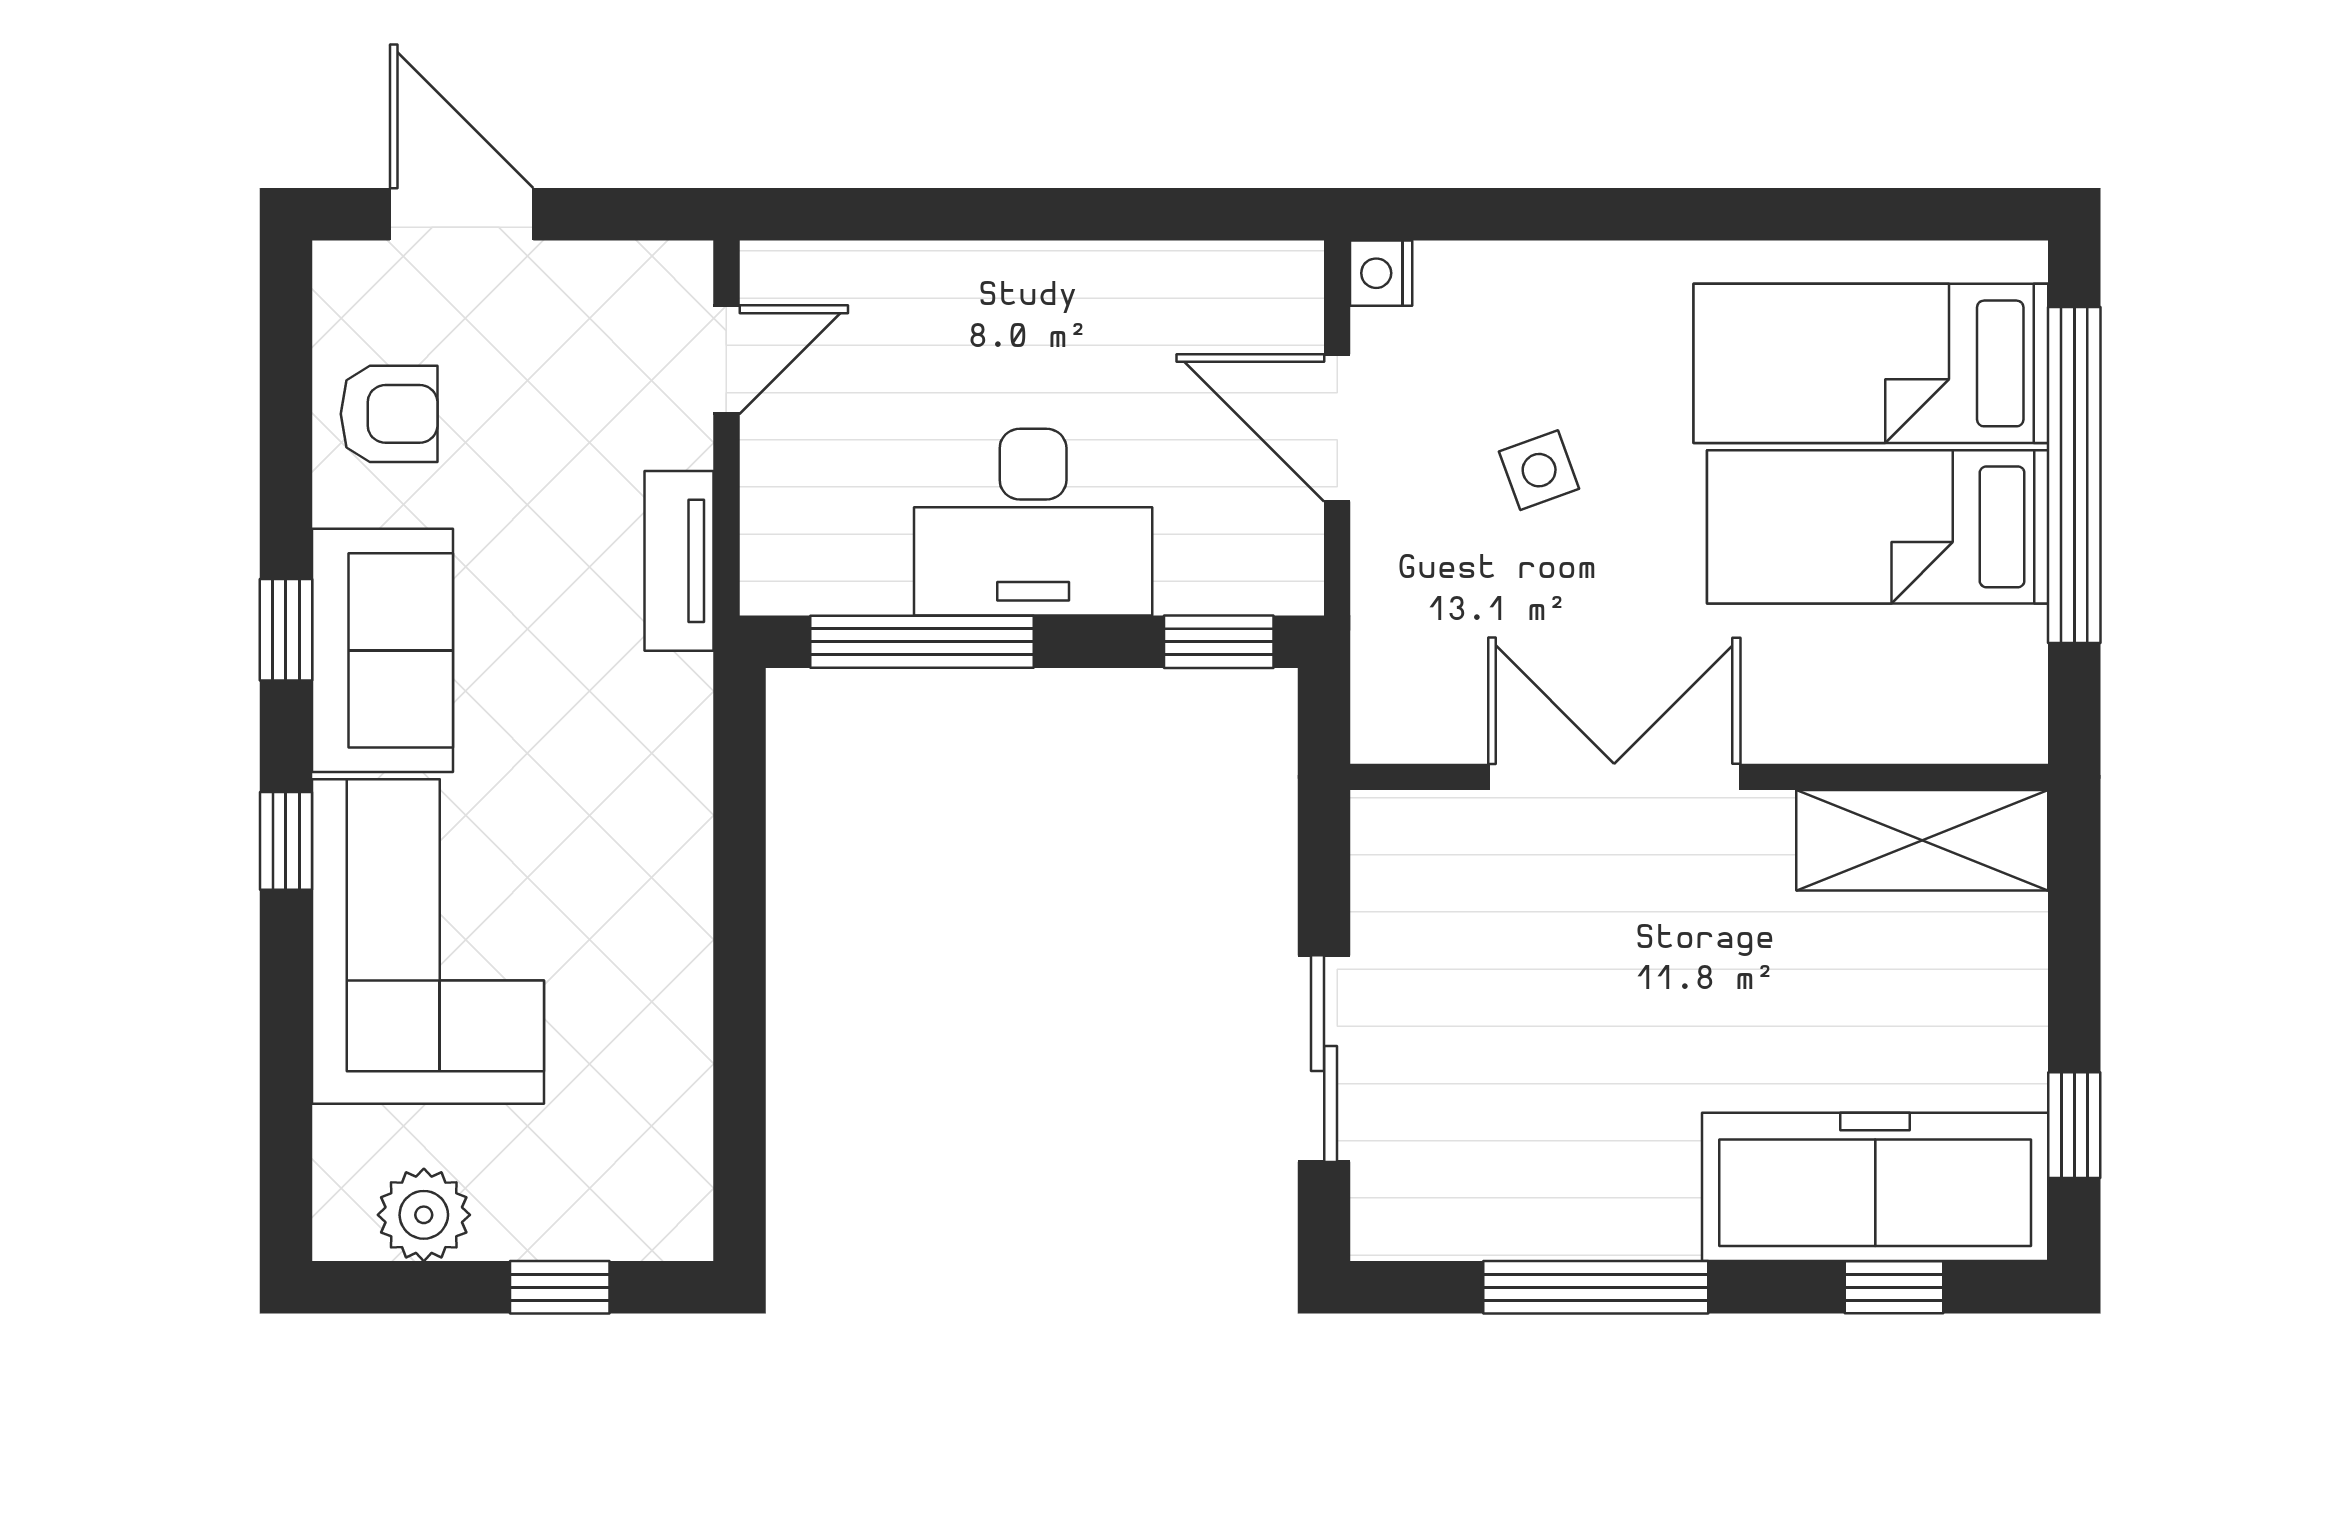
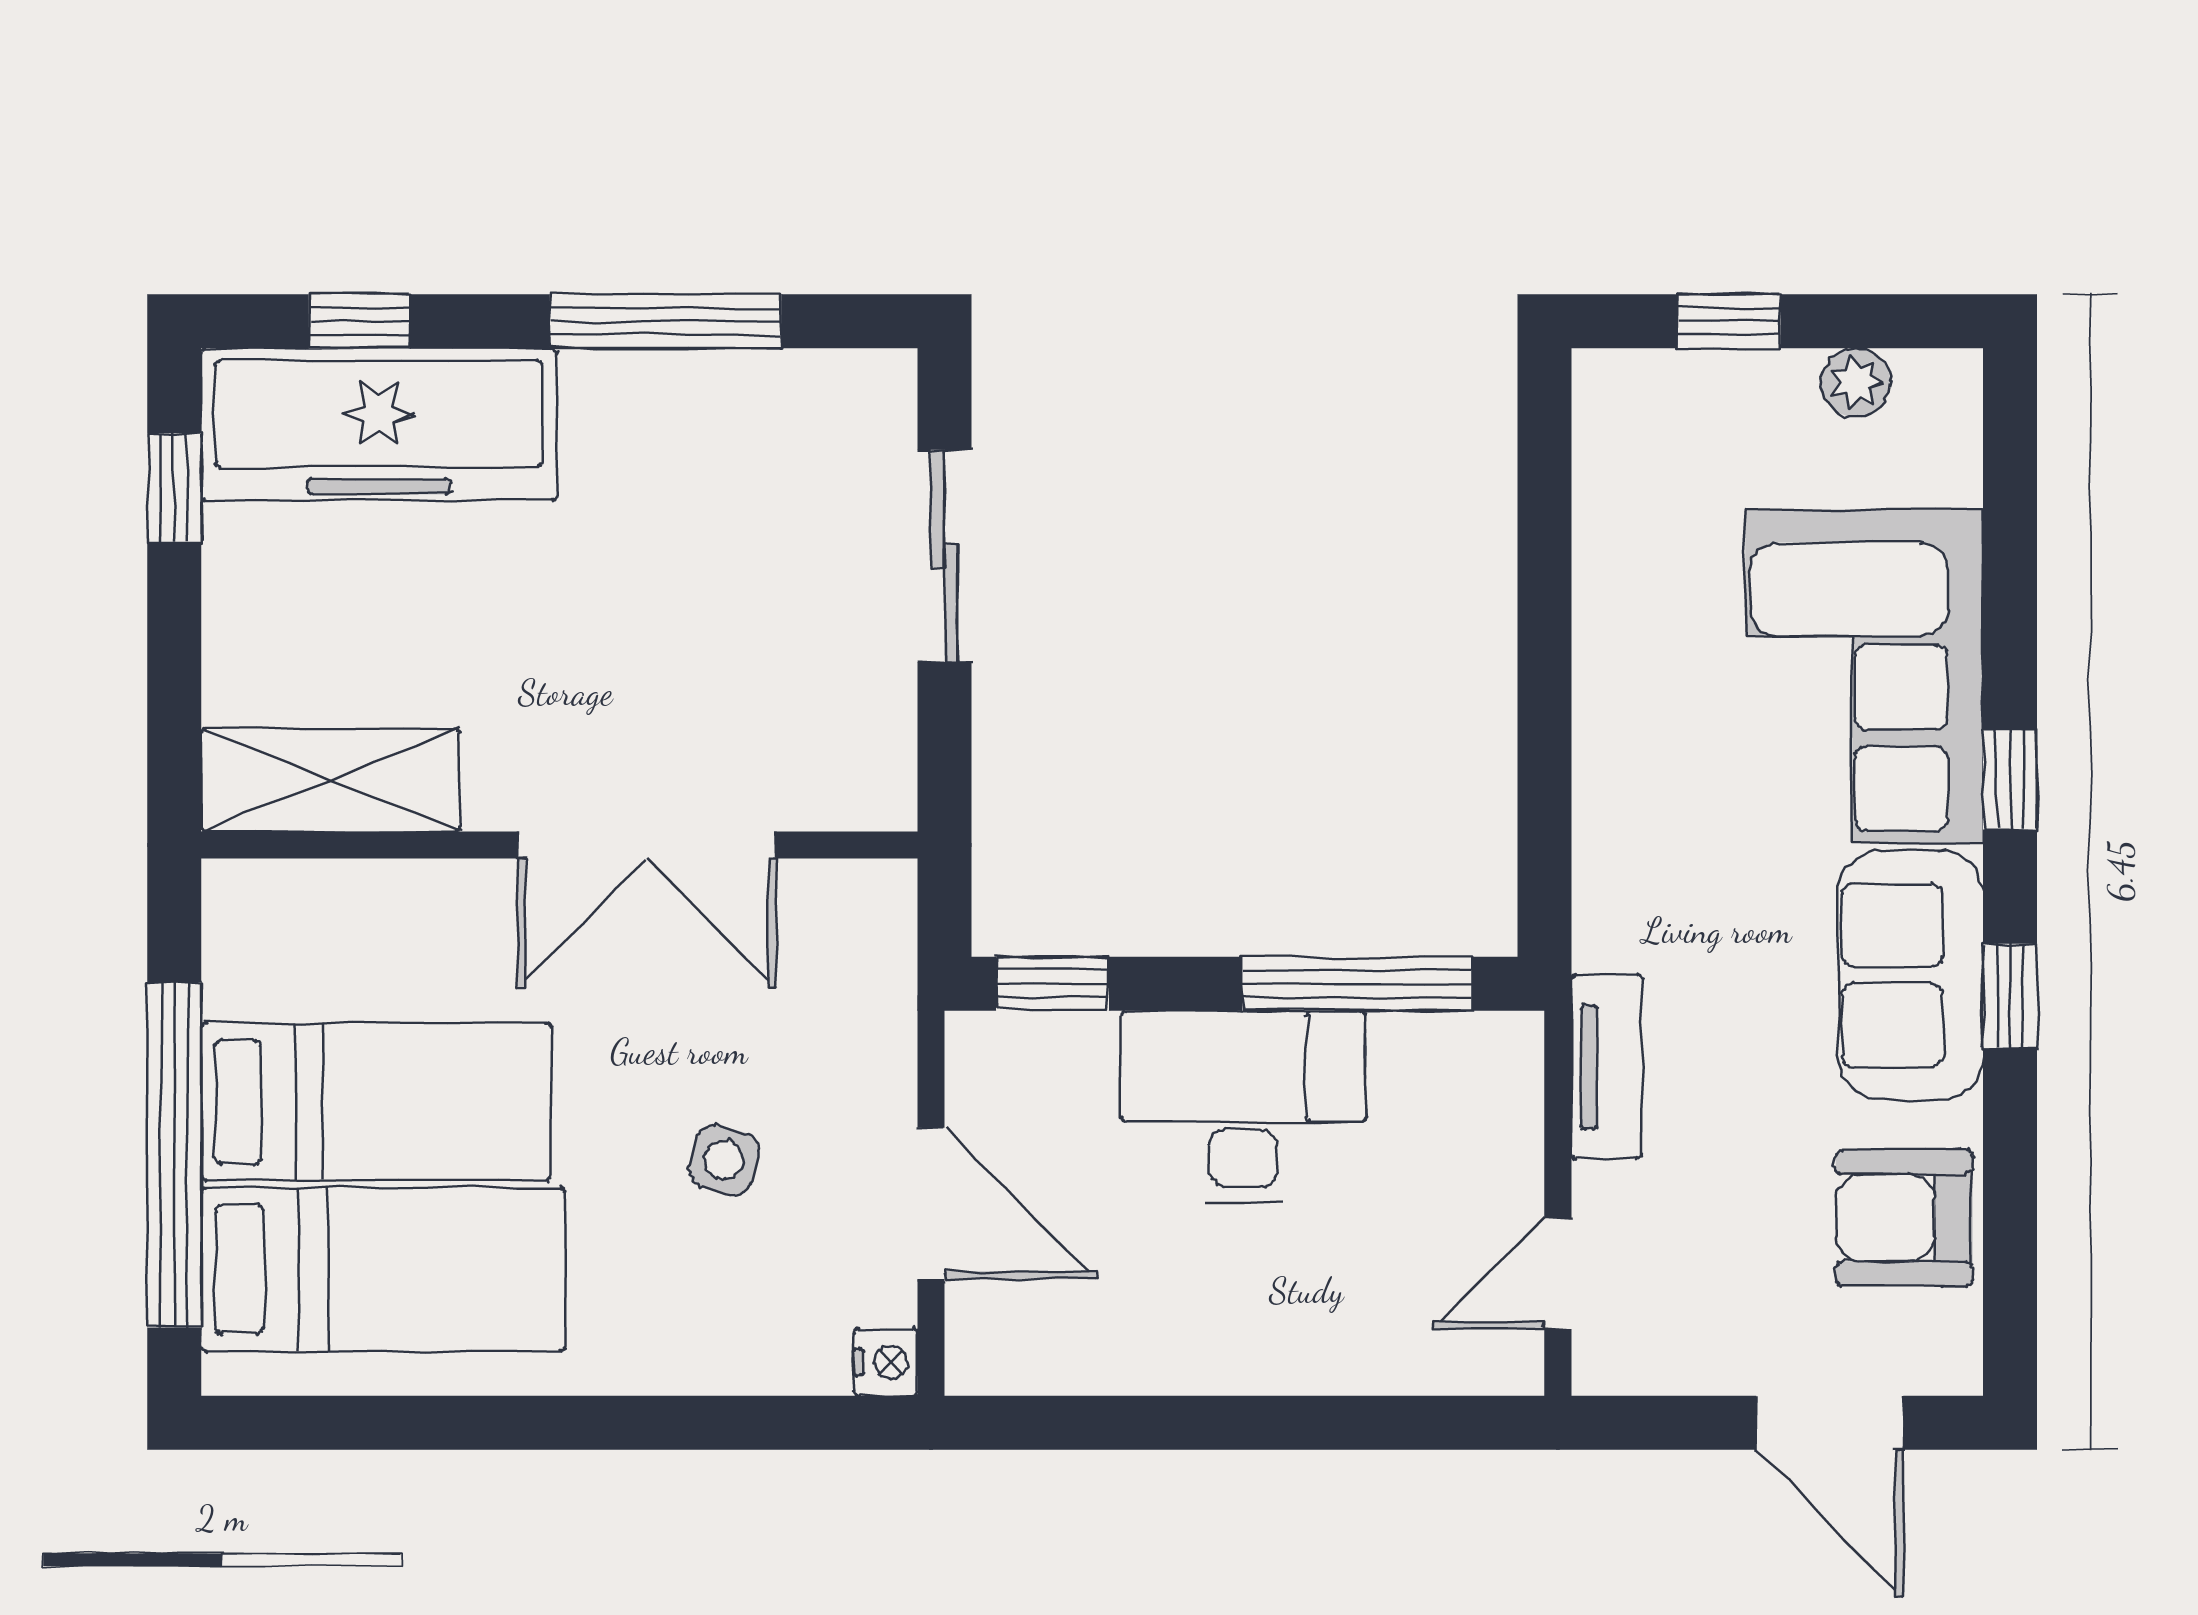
armchair: (389, 414) -> (1904, 1218), width x1.38, depth x1.38
side table: (1539, 470) -> (724, 1160), turned 36
plant: (424, 1215) -> (1856, 383), width x0.73, depth x0.73

